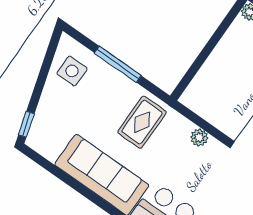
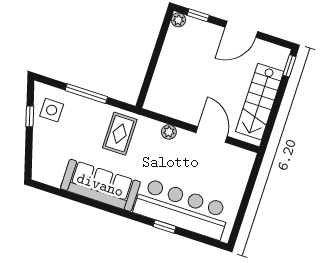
window: (26, 124) -> (30, 116), moved

